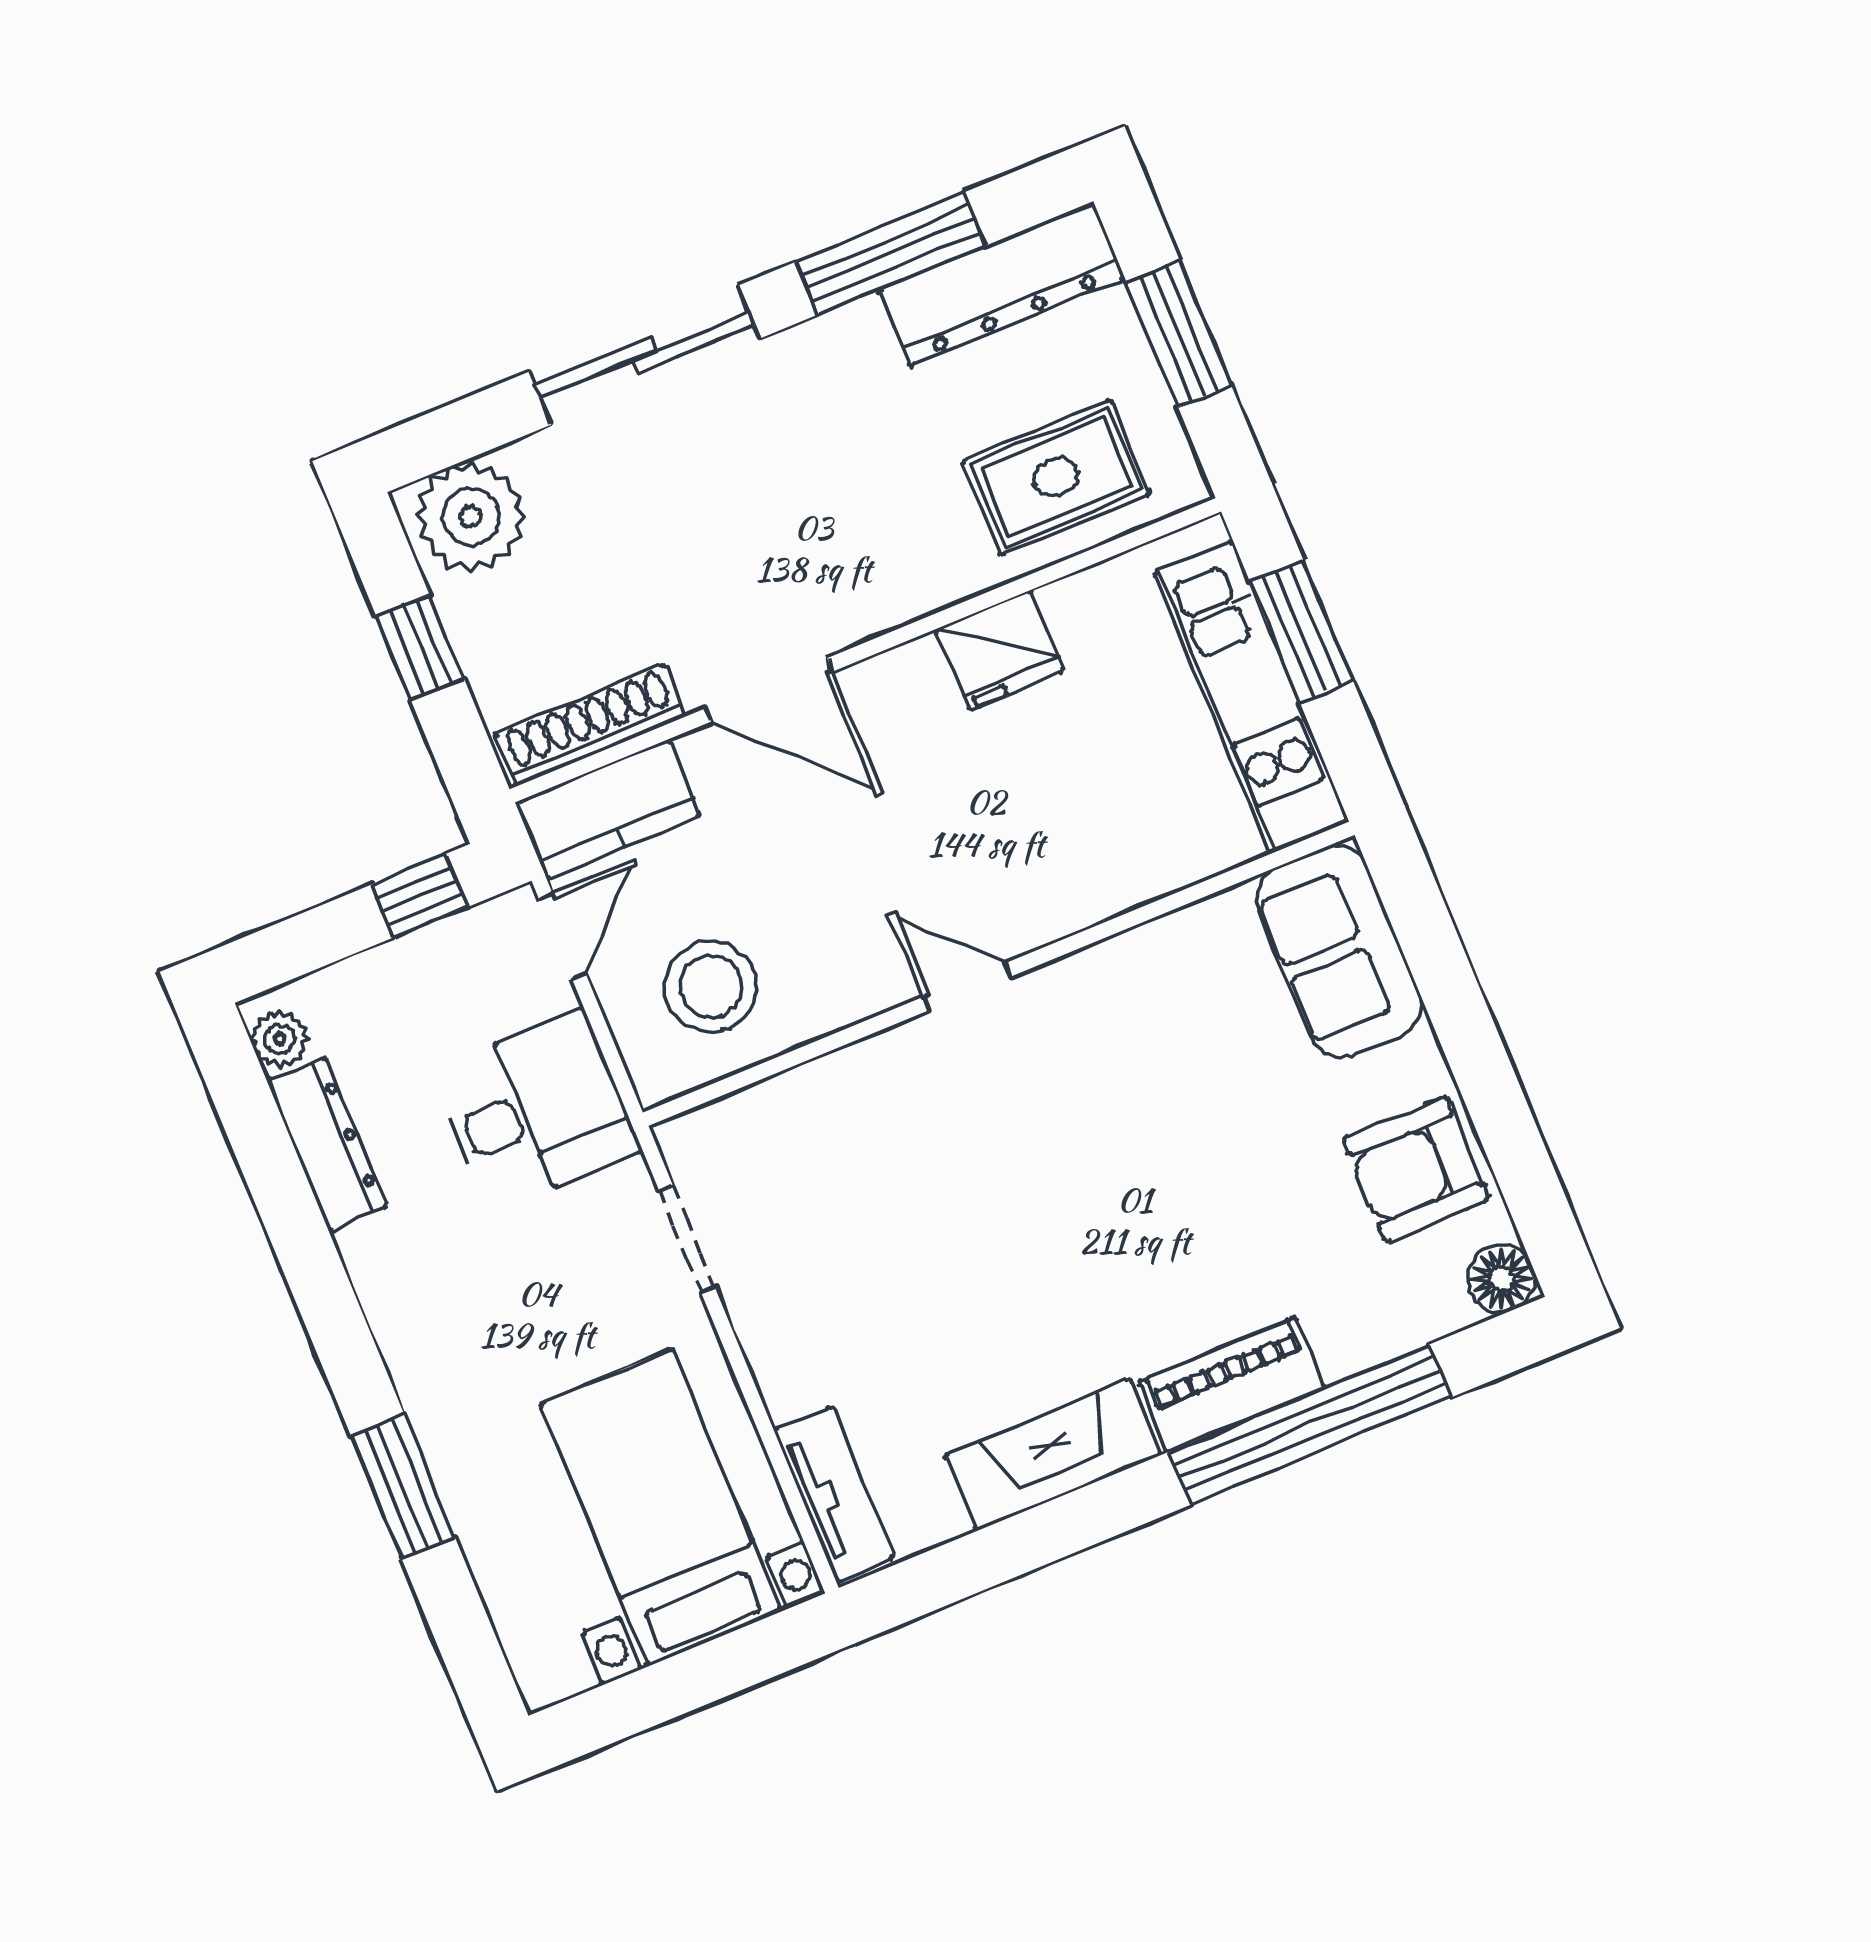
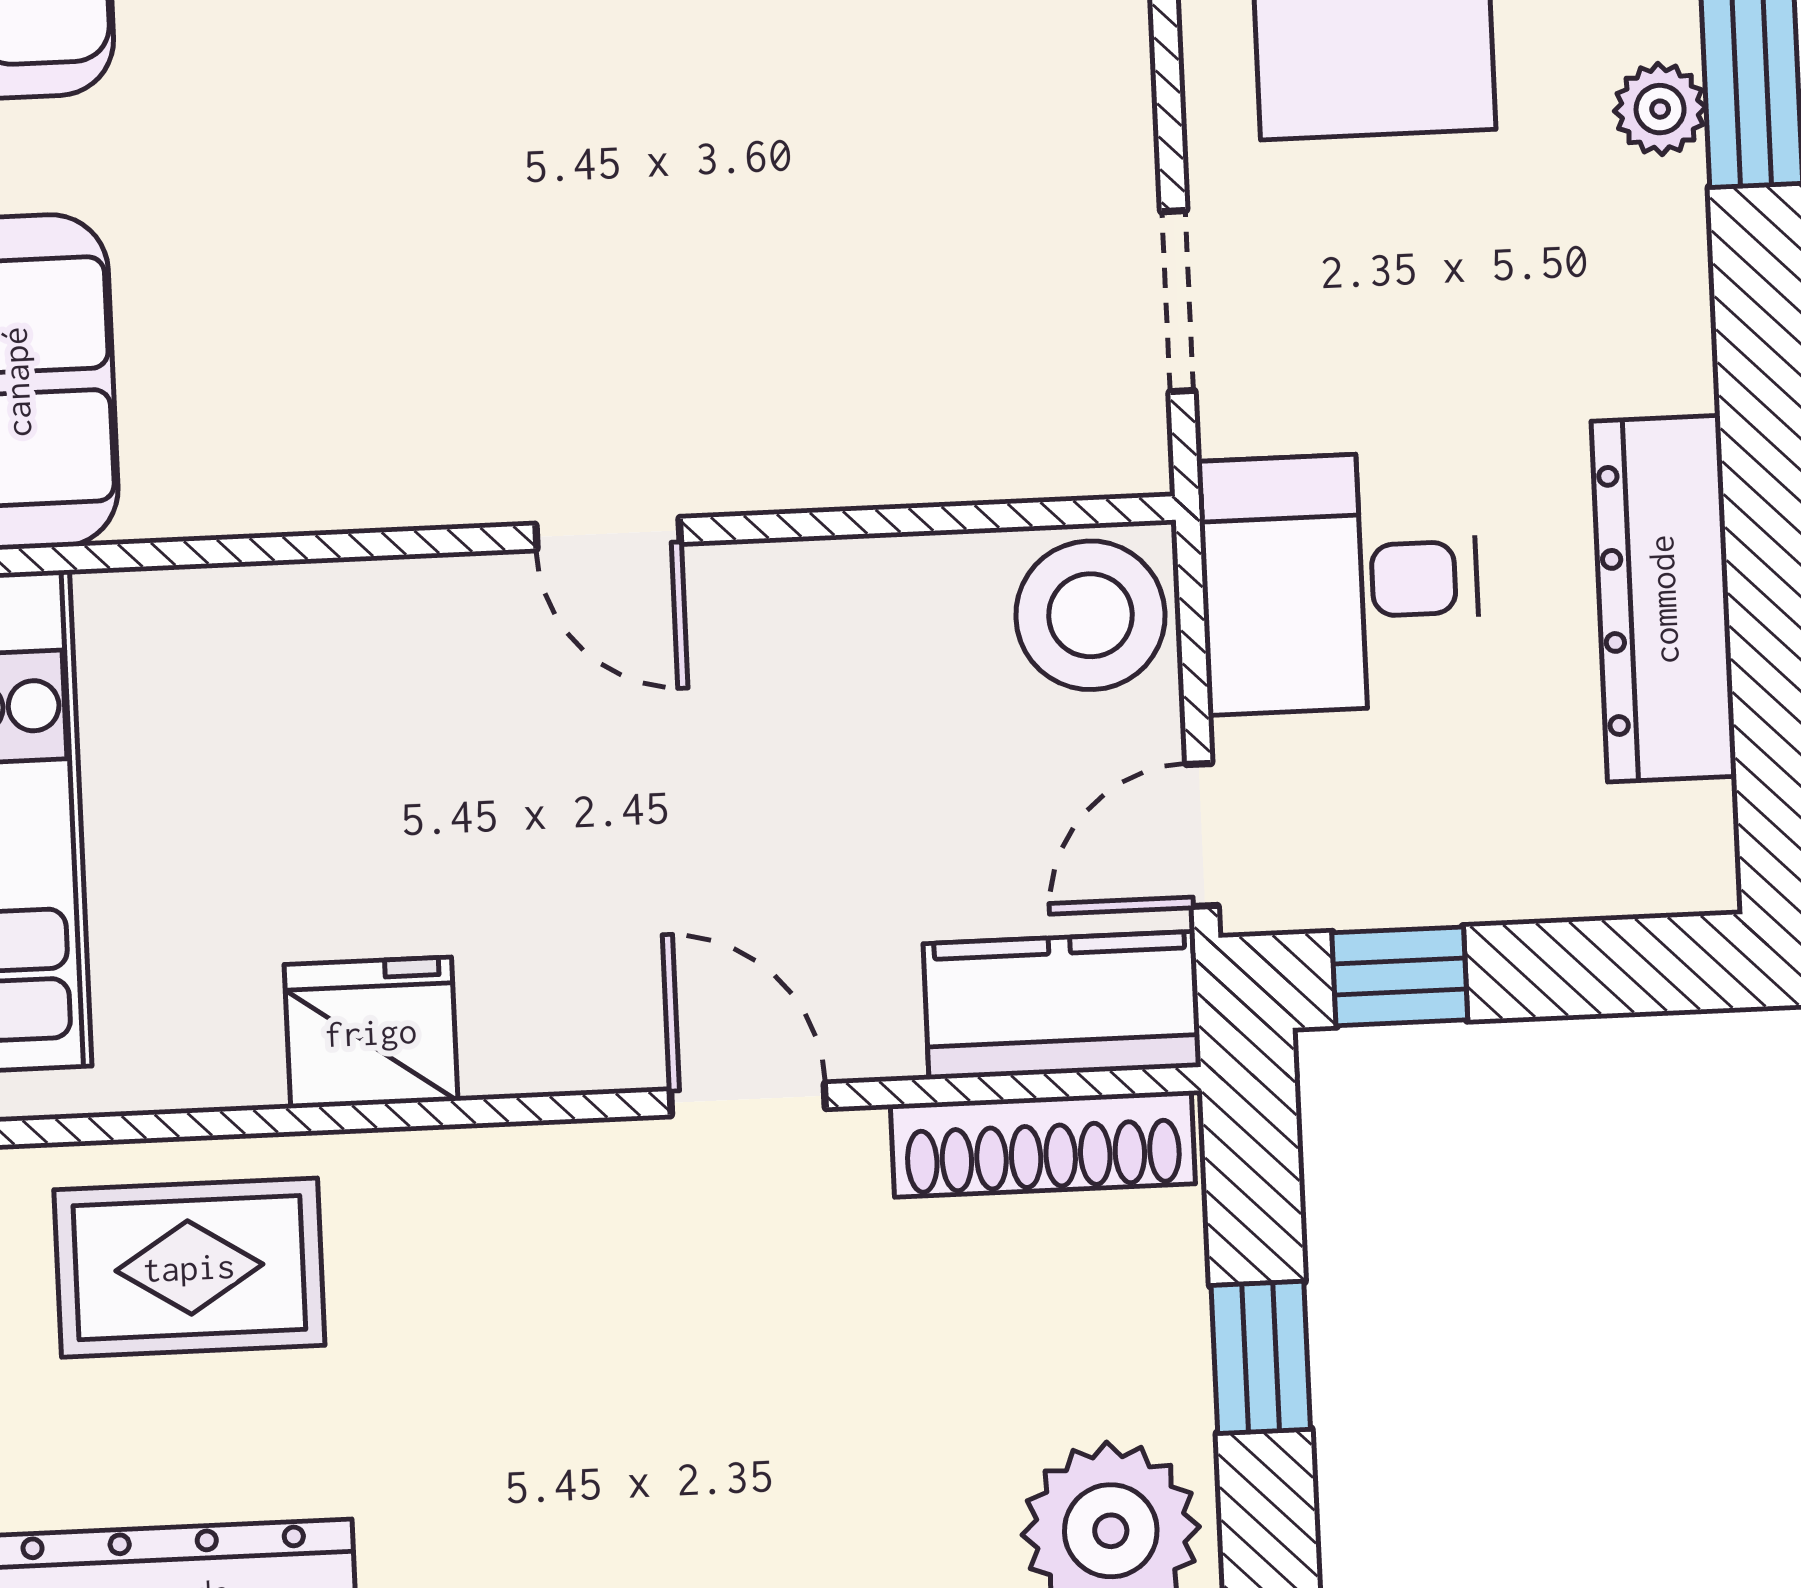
door: (769, 690) -> (748, 1099), width x0.73
stool: (711, 986) -> (1090, 615), moved
plant: (280, 1039) -> (1660, 109), moved
dresser: (327, 1144) -> (1664, 599), width x1.37, depth x1.24

